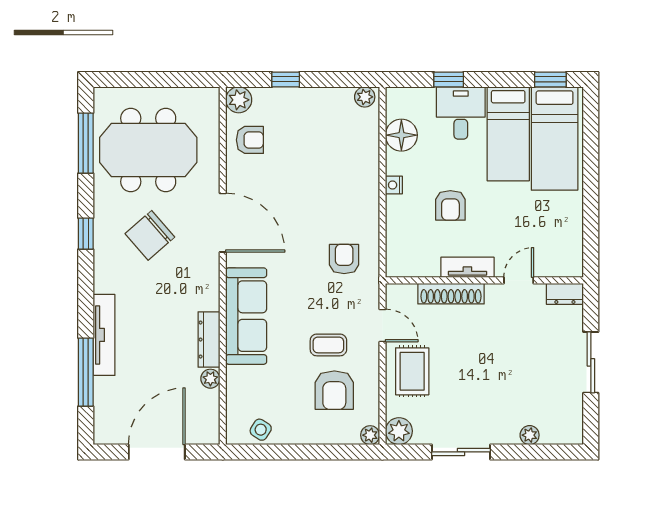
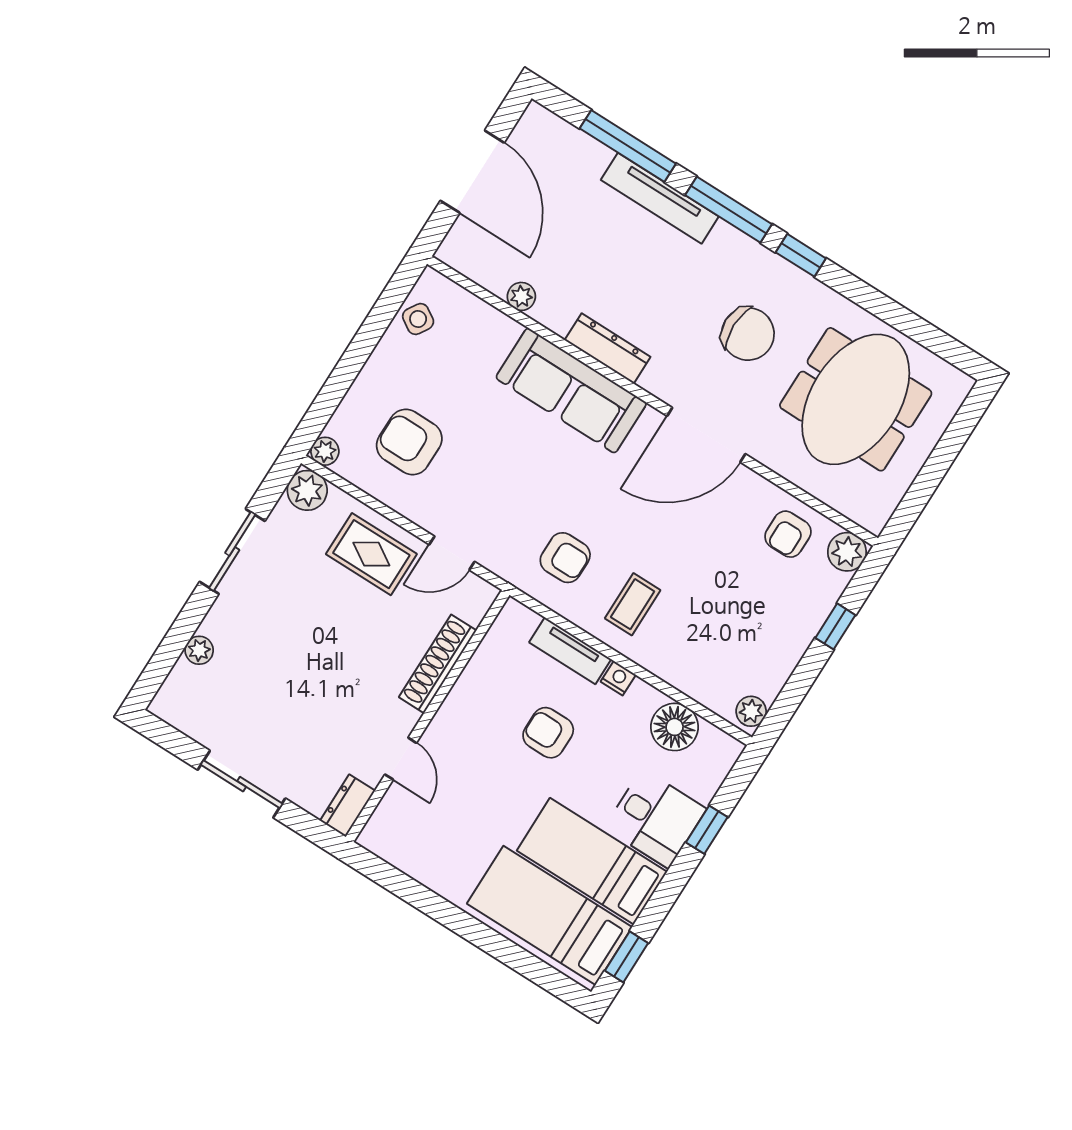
window: (86, 143) -> (729, 210), moved
chair: (150, 235) -> (748, 334), turned 131
tv unit: (467, 267) -> (570, 651), moved, turned 90
dresser: (209, 340) -> (608, 348), moved
coffee table: (328, 345) -> (633, 604), moved

